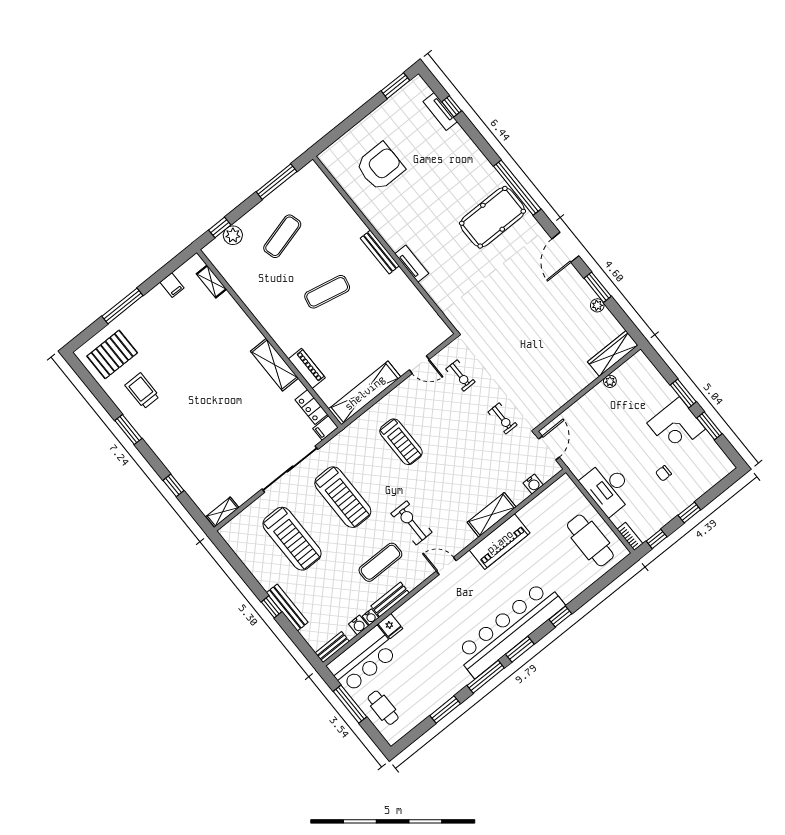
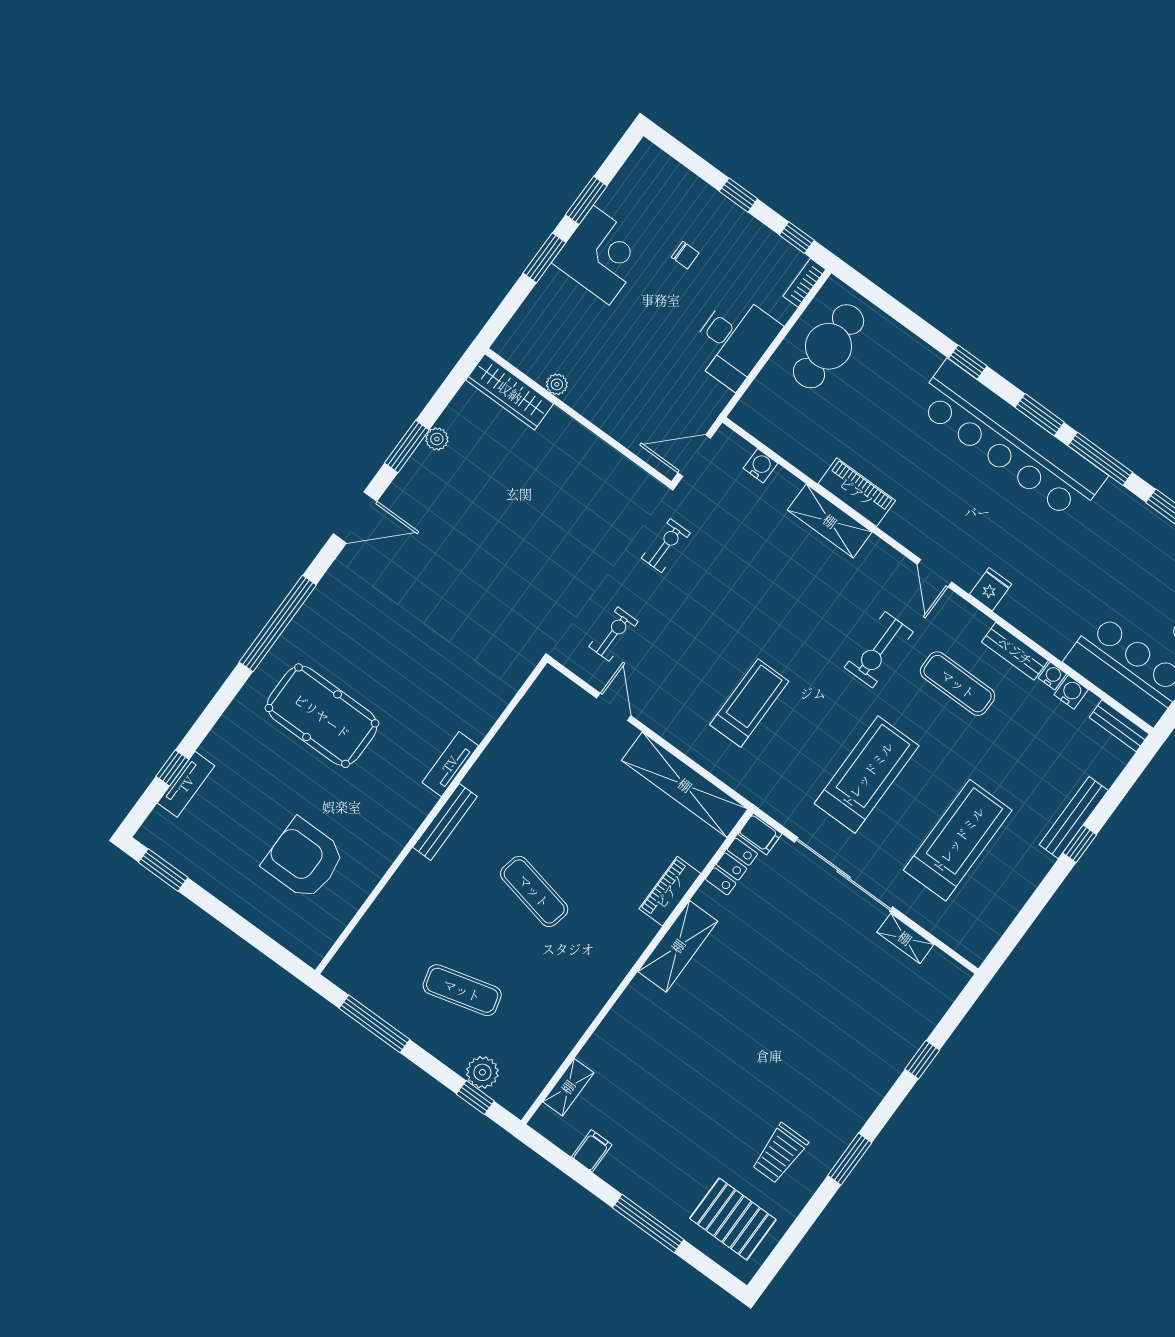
pool table: (493, 217) -> (322, 716), moved
shelving: (222, 512) -> (905, 938), moved
piano: (500, 542) -> (857, 492), width x0.73, depth x0.75
fridge: (390, 626) -> (991, 589), moved

